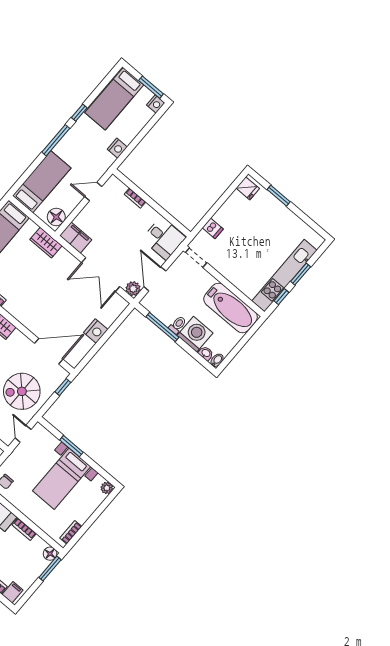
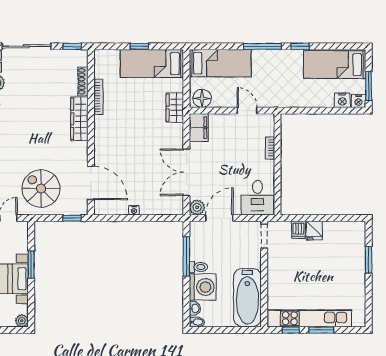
nightstand: (117, 148) -> (342, 100), moved
fridge: (248, 188) -> (314, 231), moved
nightstand: (96, 331) -> (134, 210), width x0.53, depth x0.56

